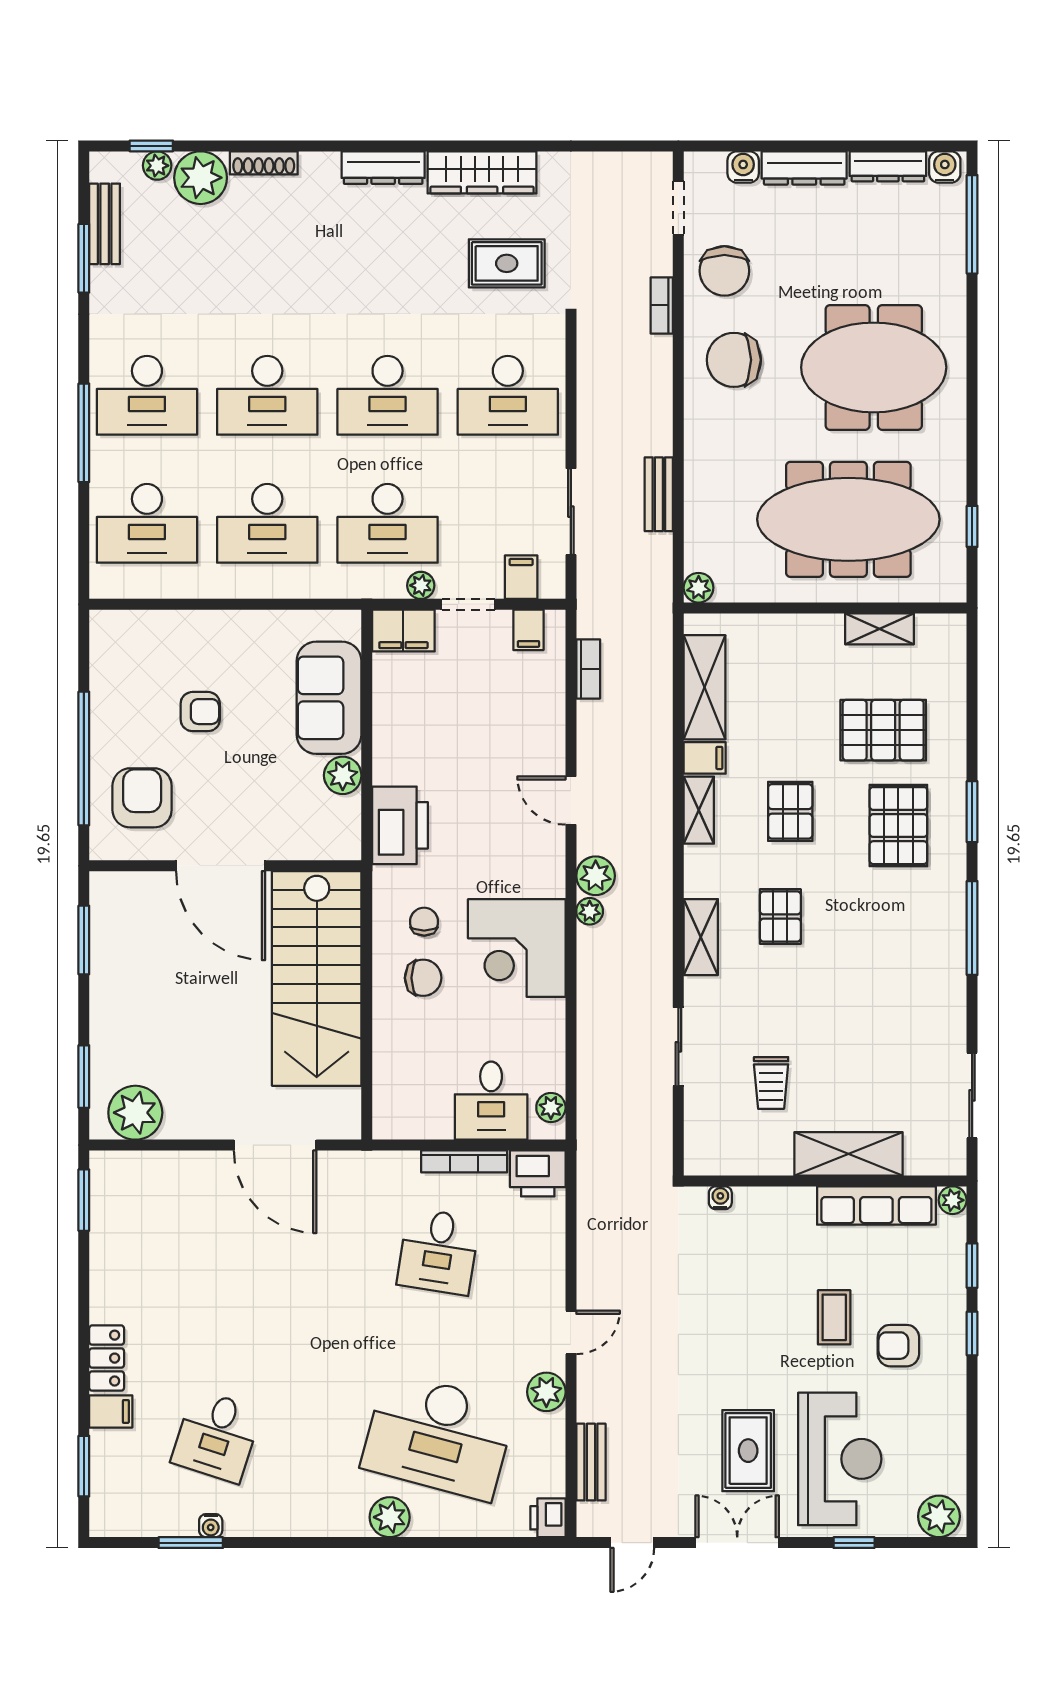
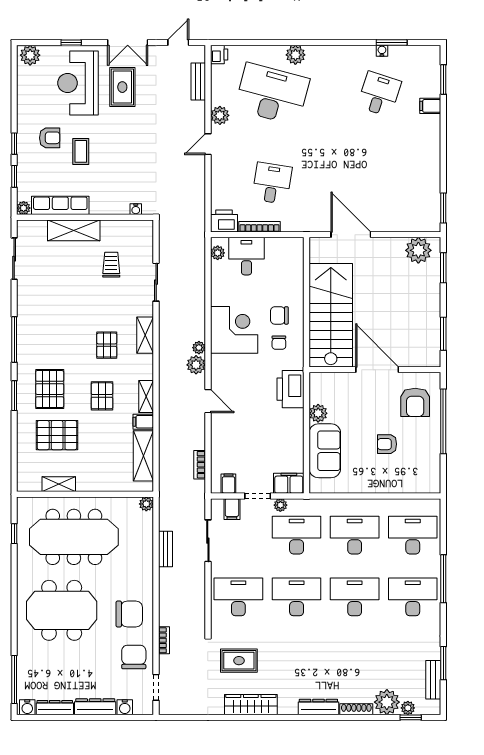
dresser: (383, 168) -> (318, 707), moved
locker: (107, 1358) -> (432, 132), removed

